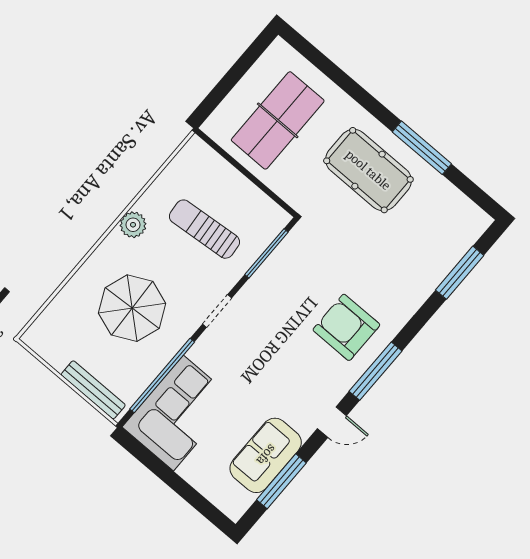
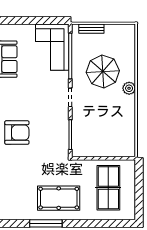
plant: (133, 225) -> (129, 88), moved
sun lounger: (204, 229) -> (101, 124), removed
bench: (93, 390) -> (91, 29), width x0.73

